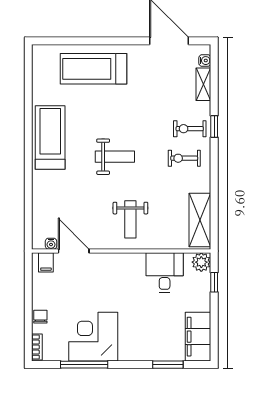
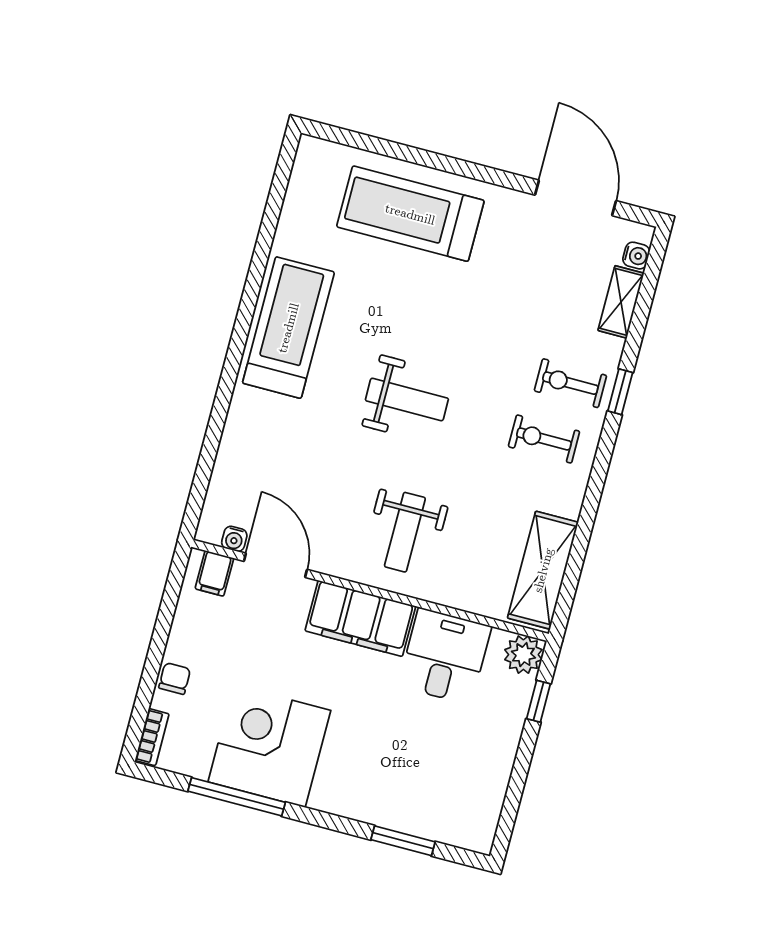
filing cabinet: (198, 337) -> (360, 619), moved, turned -90

